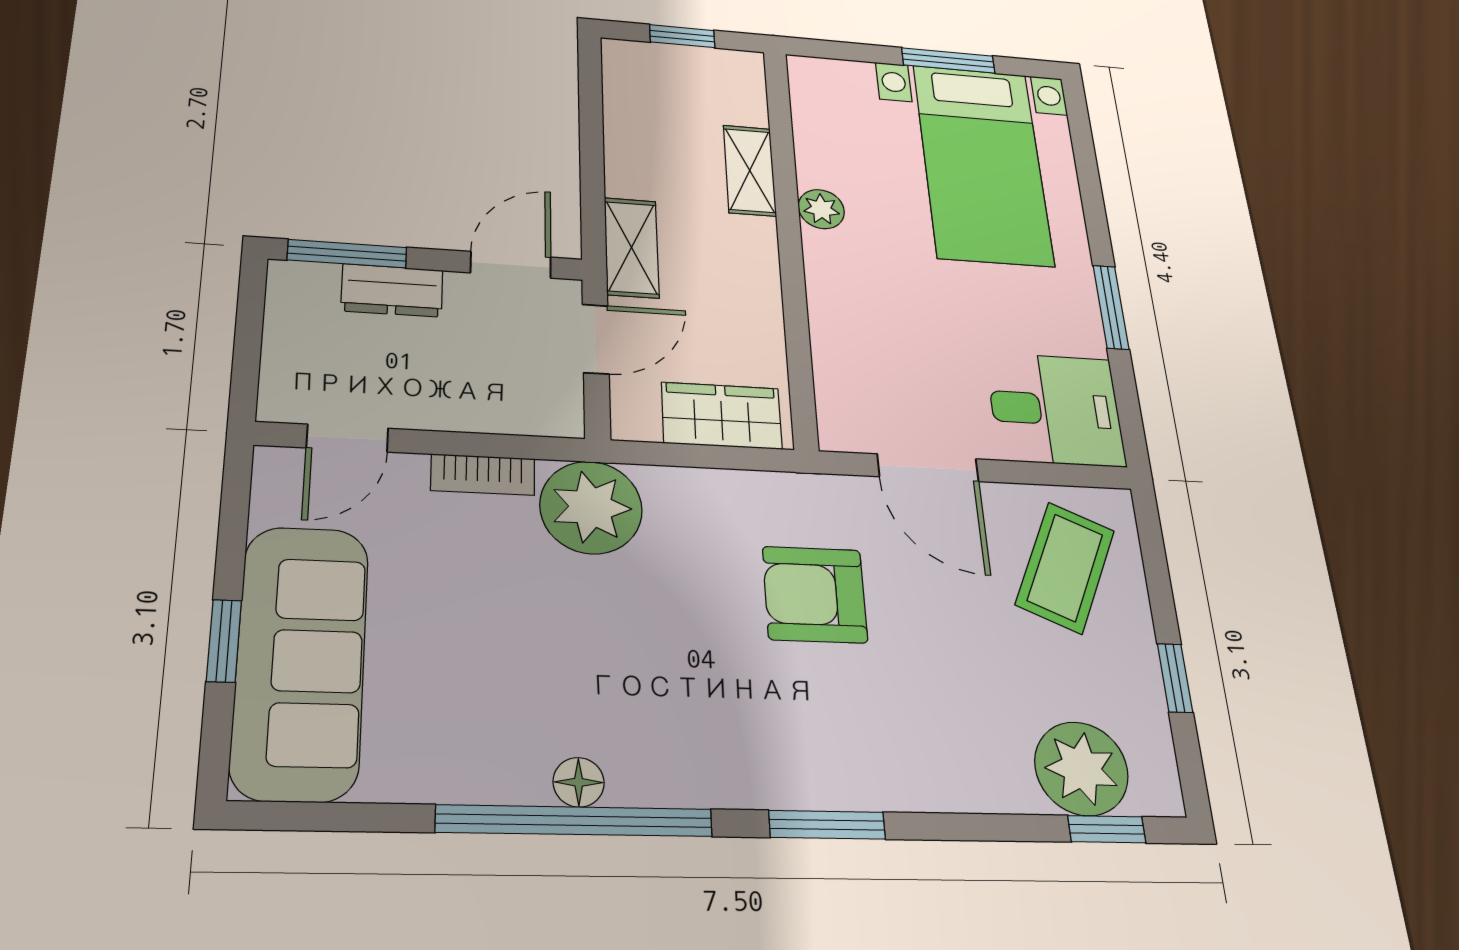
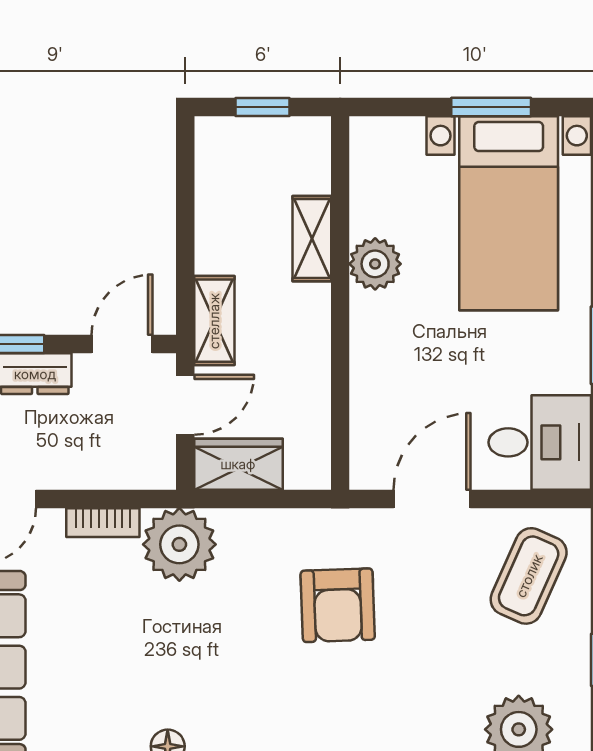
plant: (821, 209) -> (375, 264), width x1.38, depth x1.38
wardrobe: (722, 416) -> (238, 464), moved
door: (928, 468) -> (432, 499), swing flipped
armchair: (815, 594) -> (338, 605), turned -92

